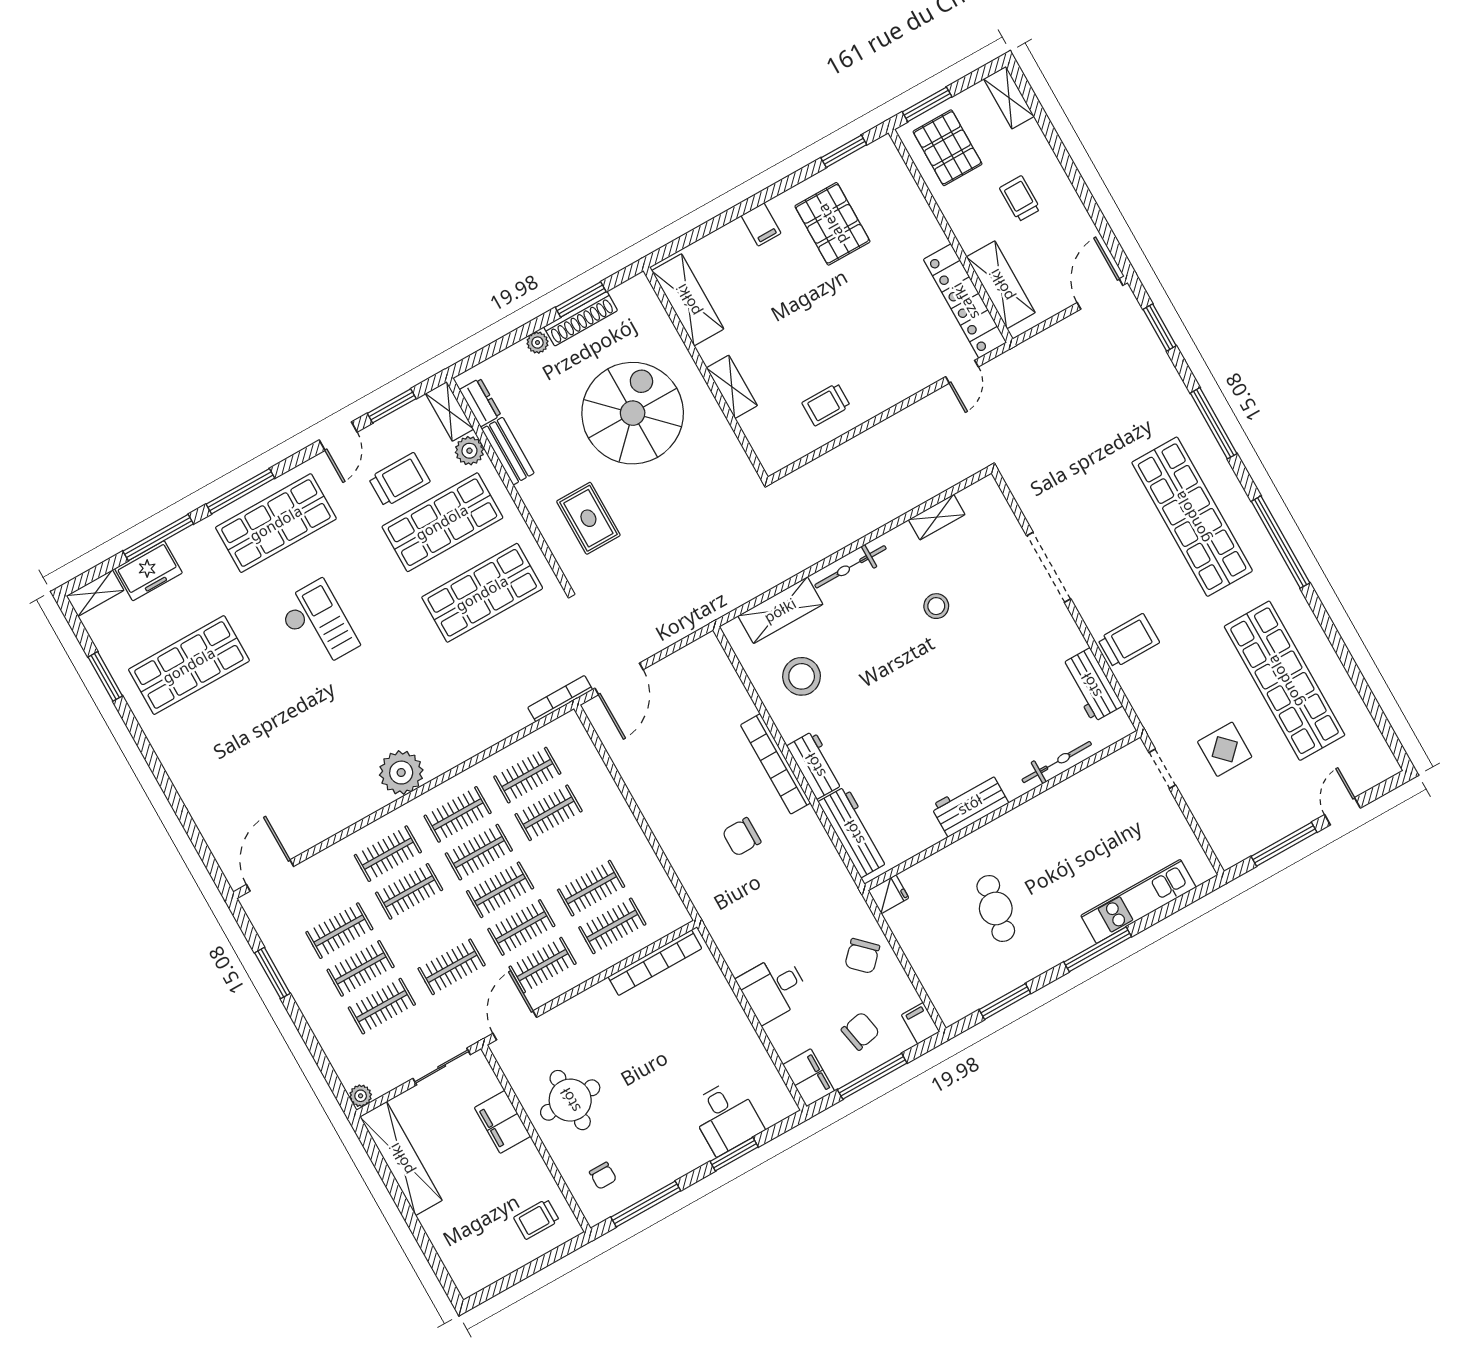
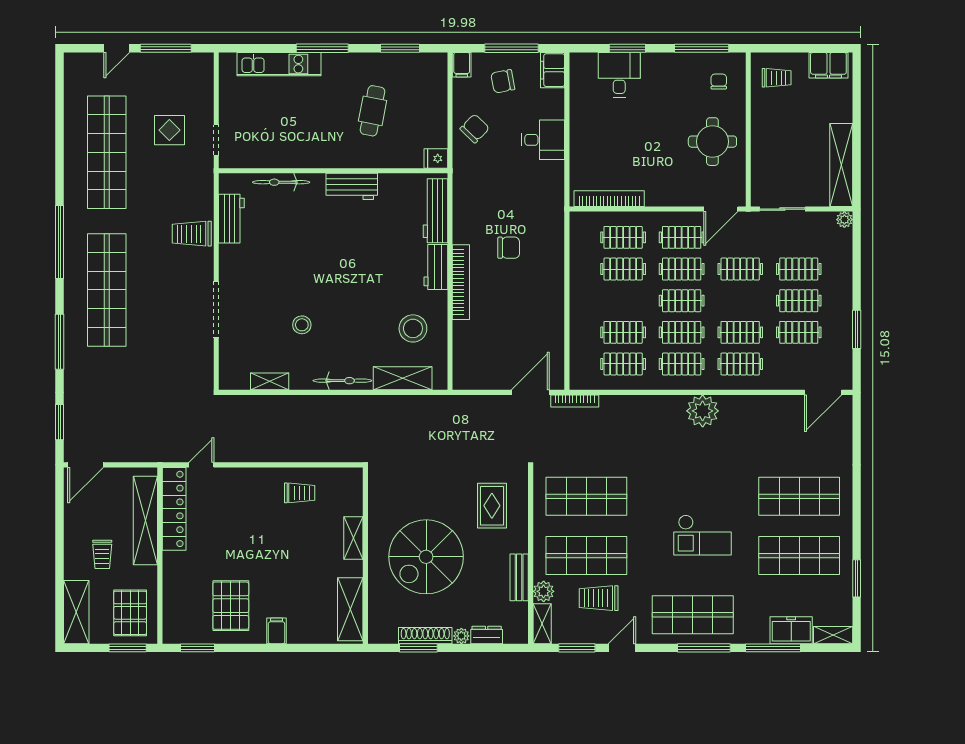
shelving: (1009, 98) -> (76, 612), width x1.50, depth x1.33
shelving: (1001, 285) -> (145, 520), width x1.47
dresser: (480, 402) -> (487, 635), moved, turned 90
checkout: (318, 625) -> (702, 535), turned -90
shop shelf: (229, 736) -> (799, 496), added
filing cabinet: (502, 1122) -> (828, 65), moved, turned 90

